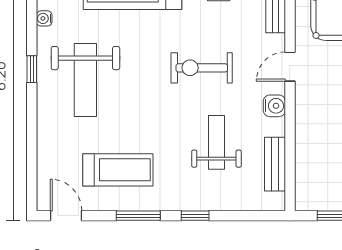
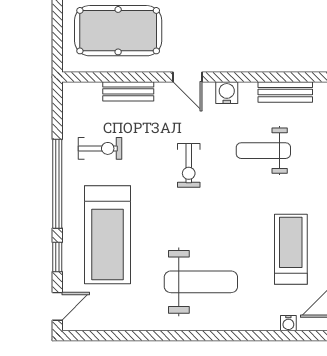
water cooler: (44, 18) -> (288, 323), moved
exercise bike: (202, 68) -> (189, 165), width x0.73, depth x0.72
window: (32, 69) -> (190, 336), removed

